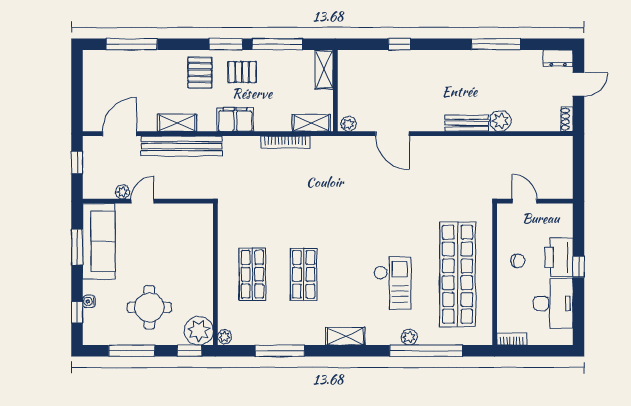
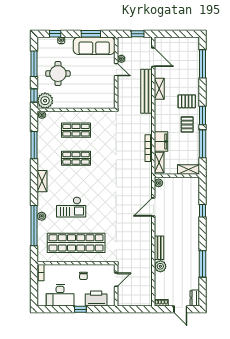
filing cabinet: (235, 120) -> (161, 141), moved
printer: (559, 257) -> (96, 298), moved

